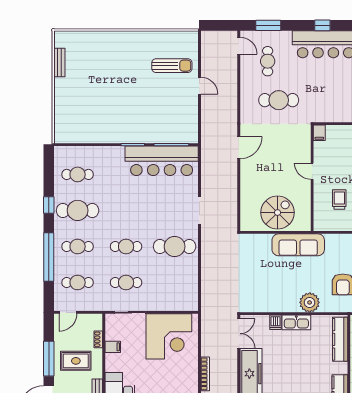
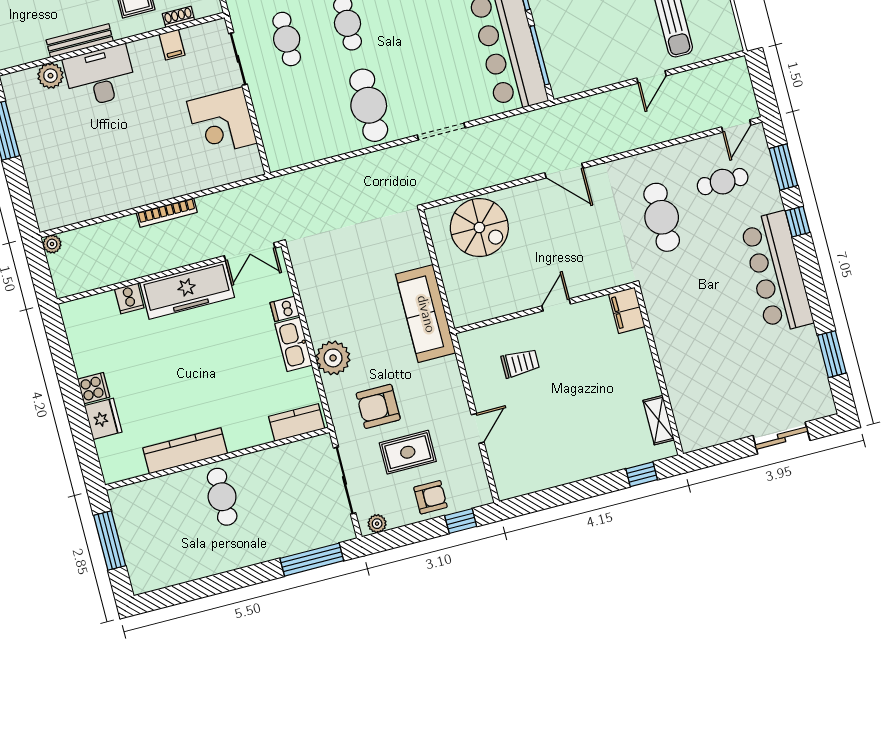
window: (322, 25) -> (798, 222), moved
filing cabinet: (319, 133) -> (627, 310), width x2.00
spiral stairs: (278, 213) -> (479, 227), moved
corner desk: (169, 336) -> (222, 122), width x0.74, depth x0.74
kitchen counter: (340, 339) -> (297, 422), width x0.67

